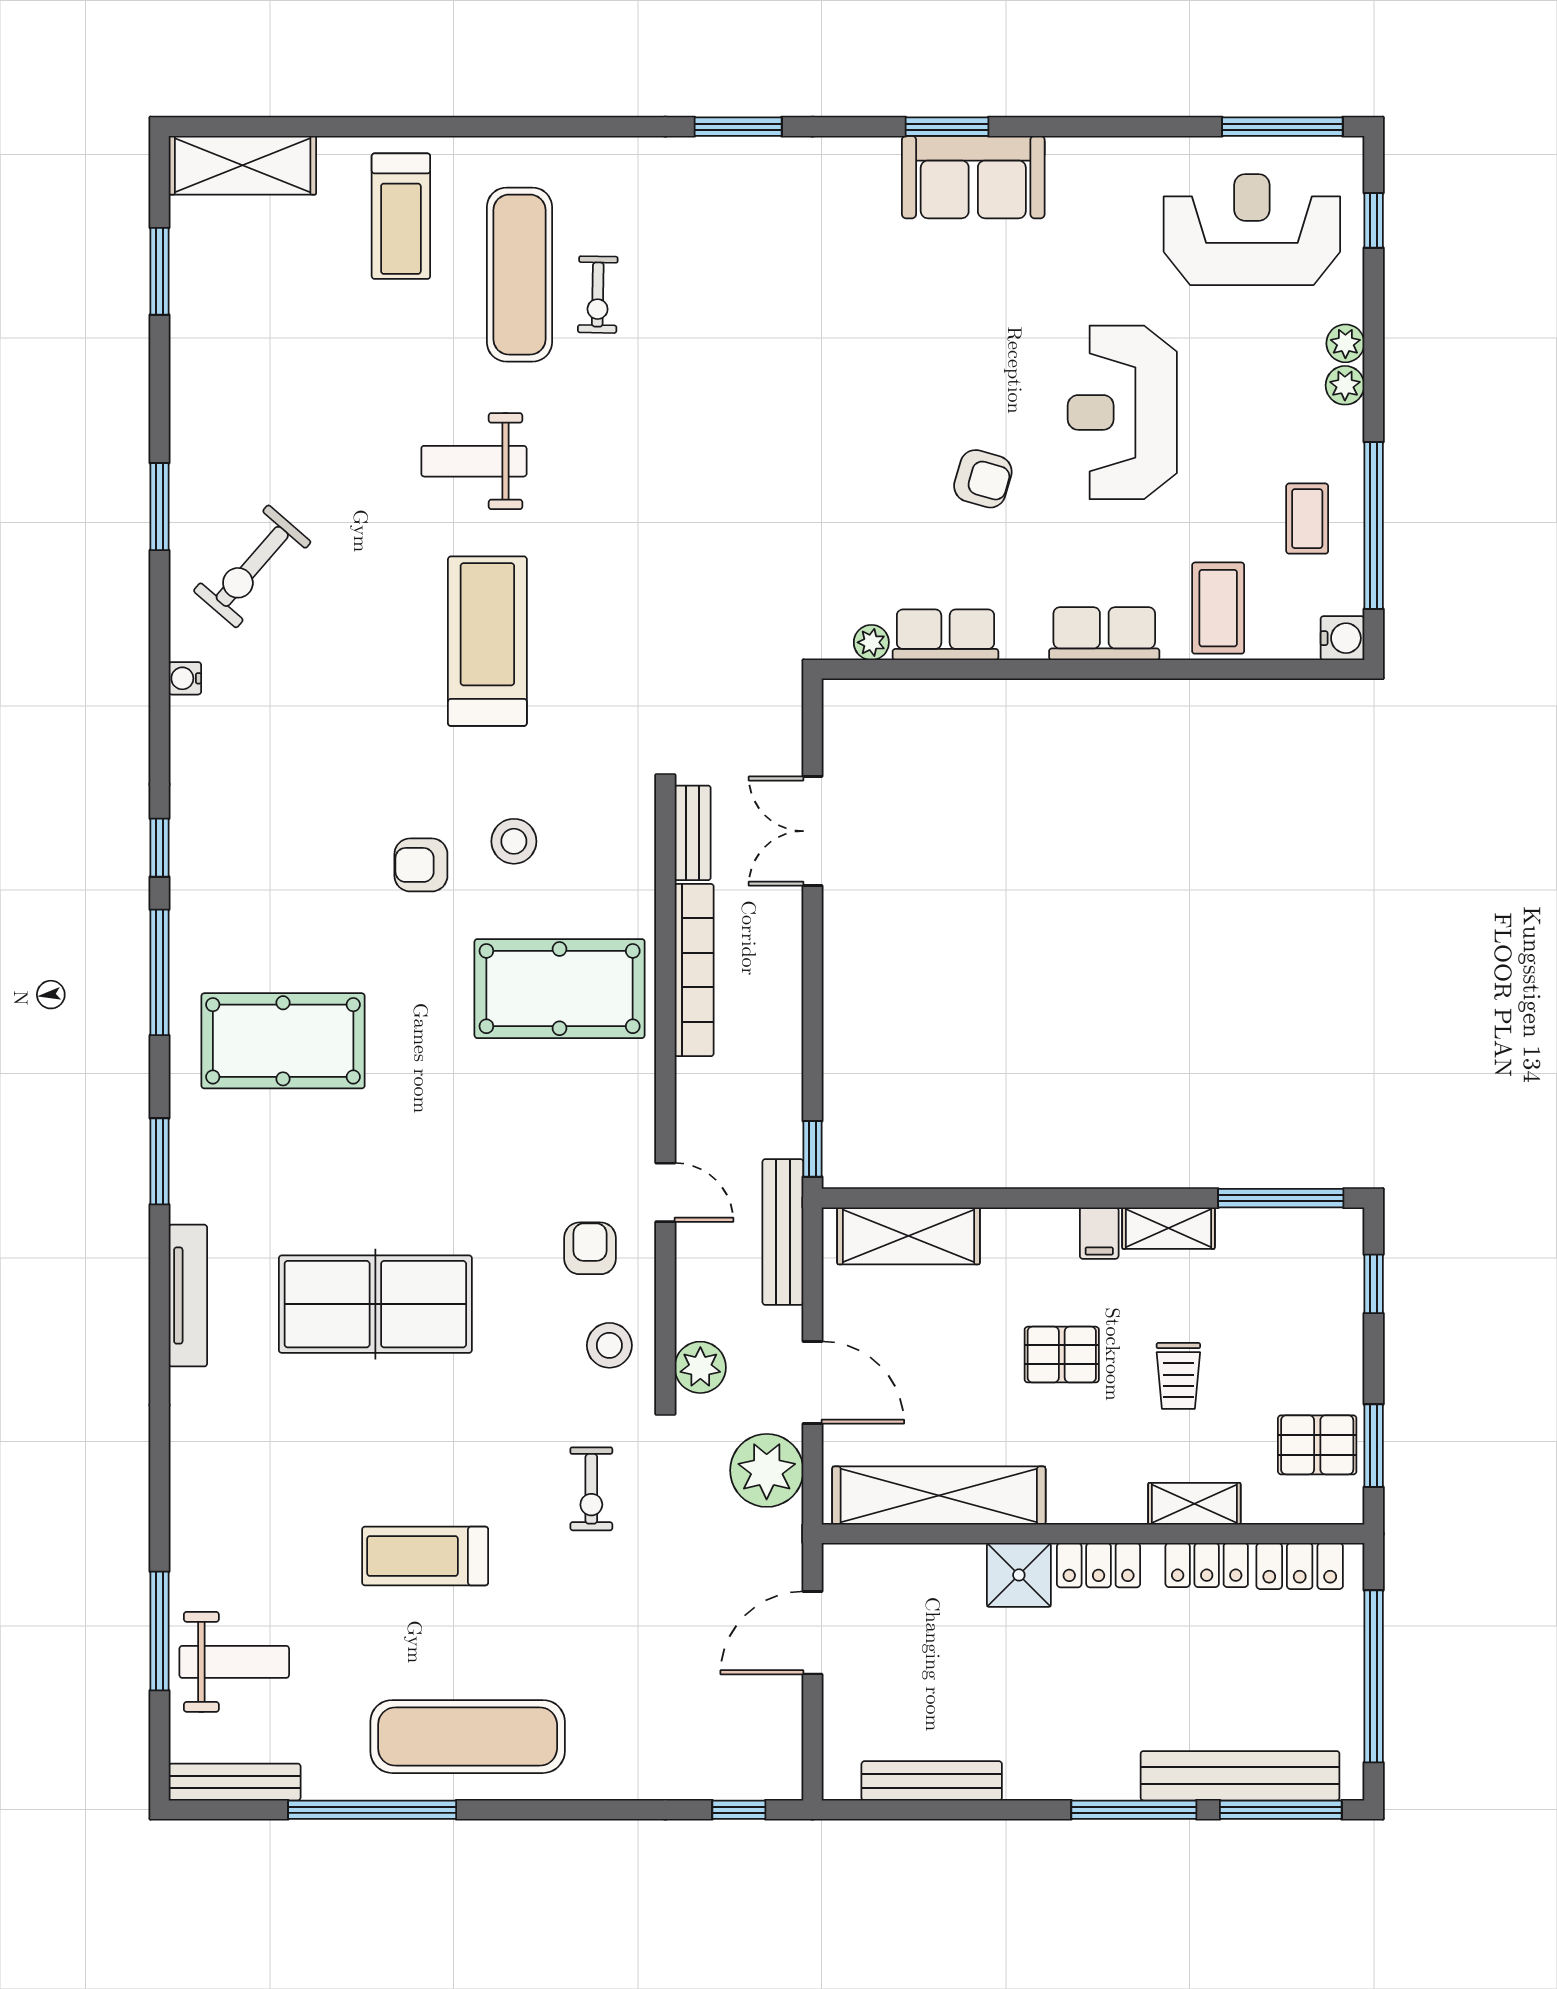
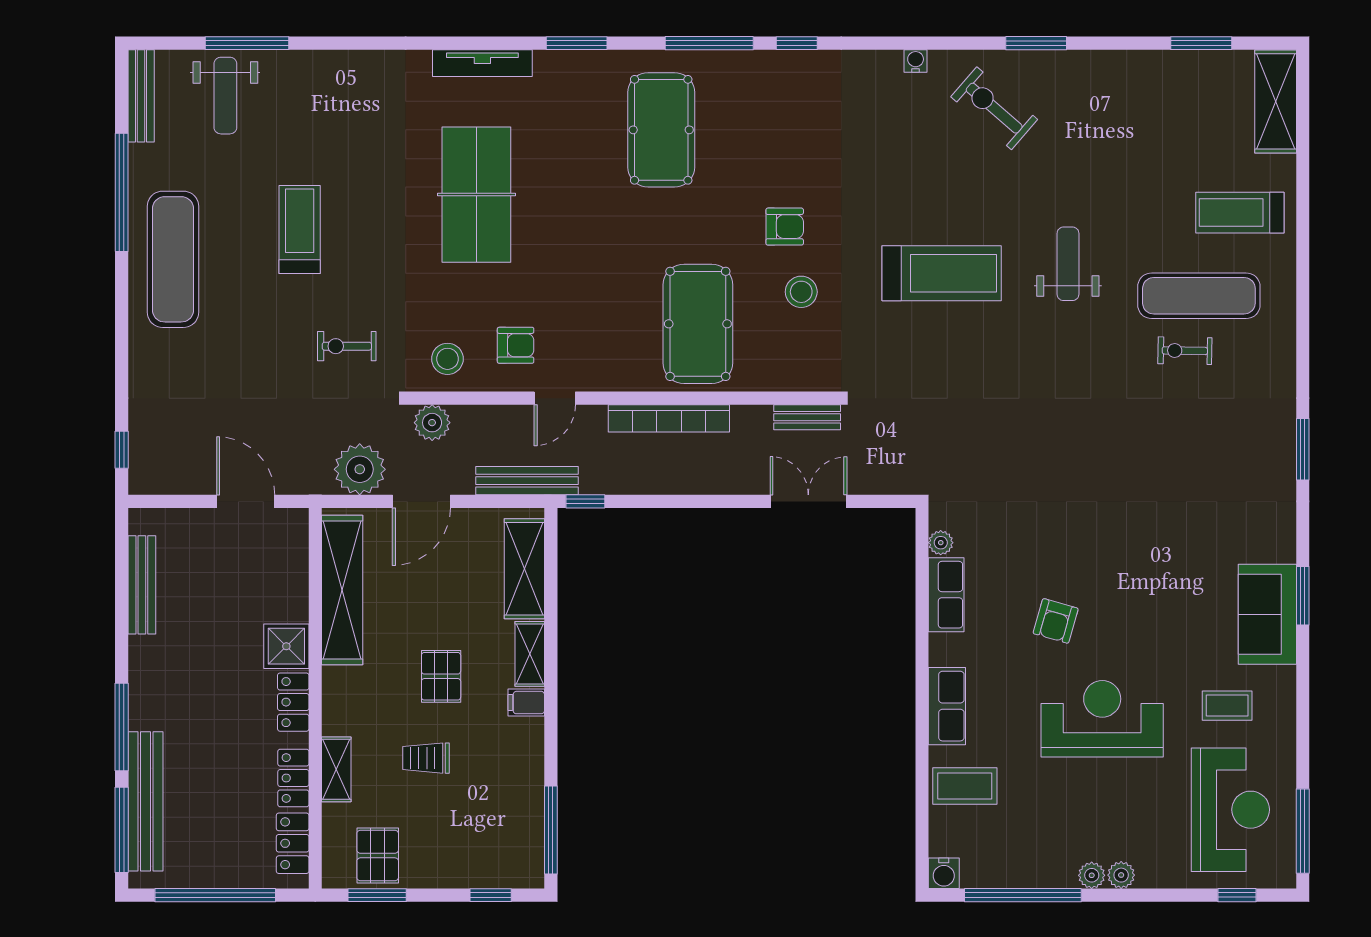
plant: (1345, 343) -> (1092, 875), moved
coffee table: (1307, 519) -> (1227, 706), moved
armchair: (421, 865) -> (785, 227), turned 90
bookcase: (694, 970) -> (669, 418), moved
shelving: (1168, 1228) -> (530, 654), moved

